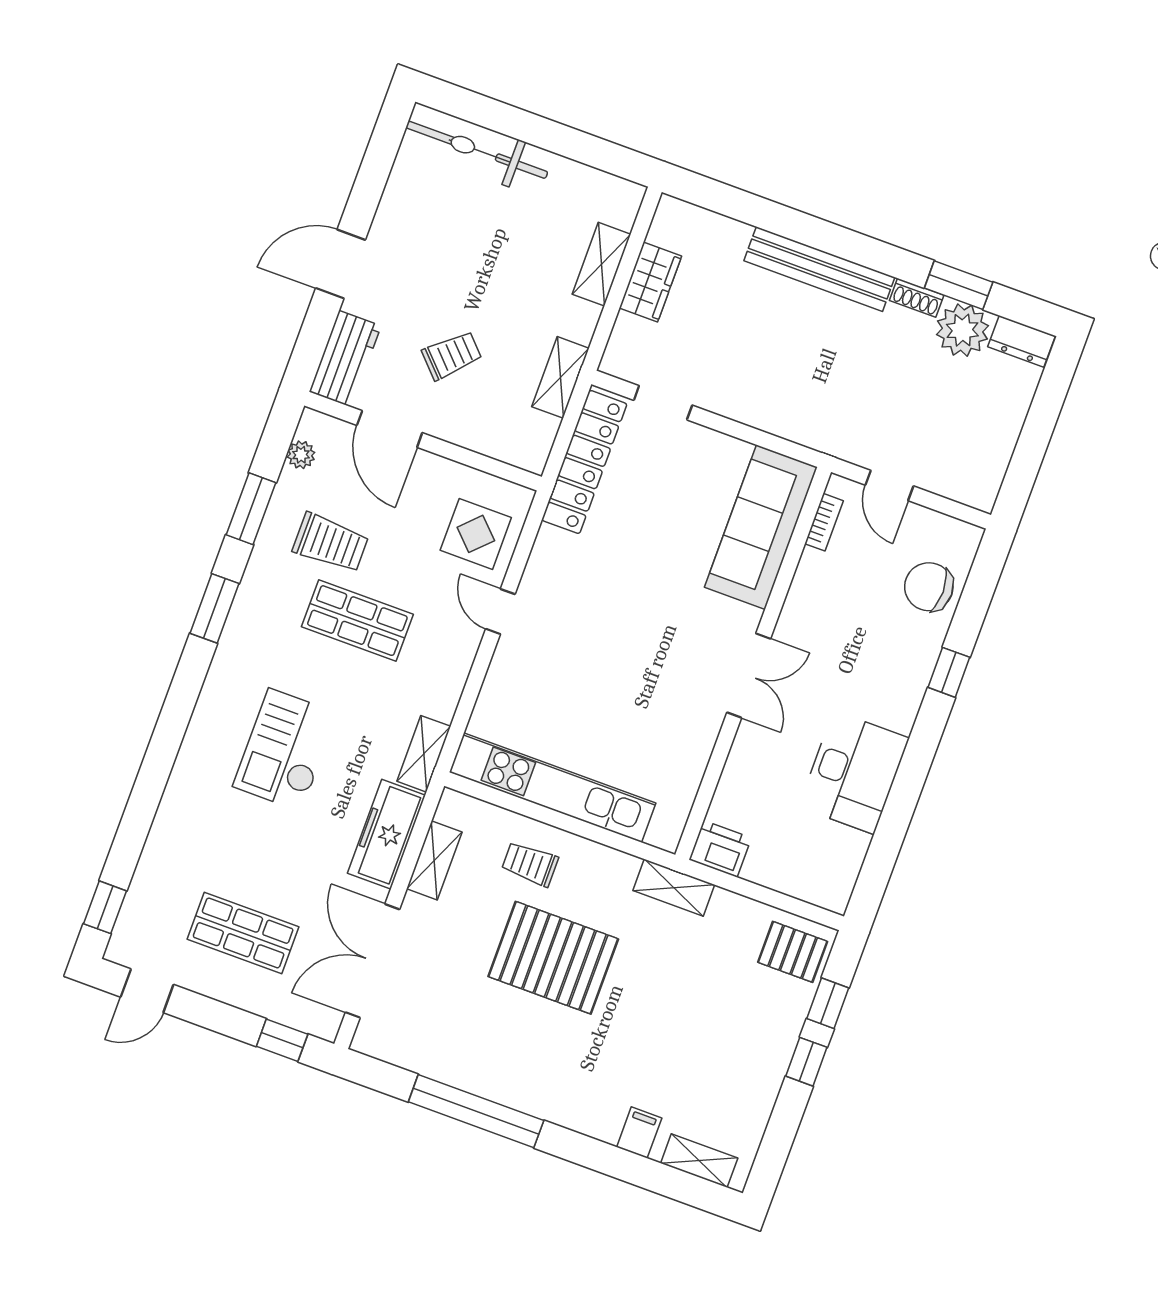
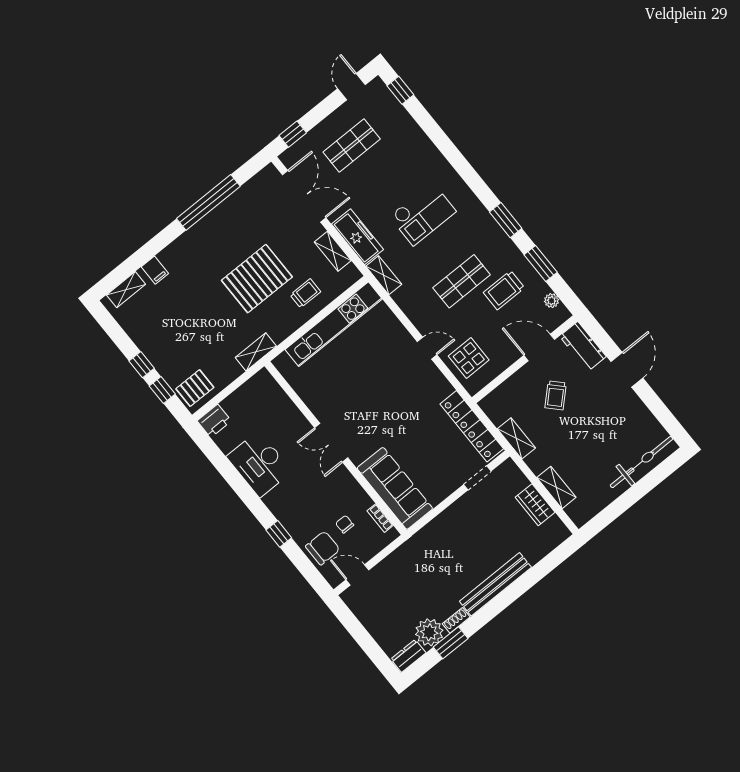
door: (889, 486) -> (357, 575), moved
chair: (869, 574) -> (345, 524), added
checkout: (285, 750) -> (423, 214), turned 90
printer: (720, 849) -> (214, 421), moved

